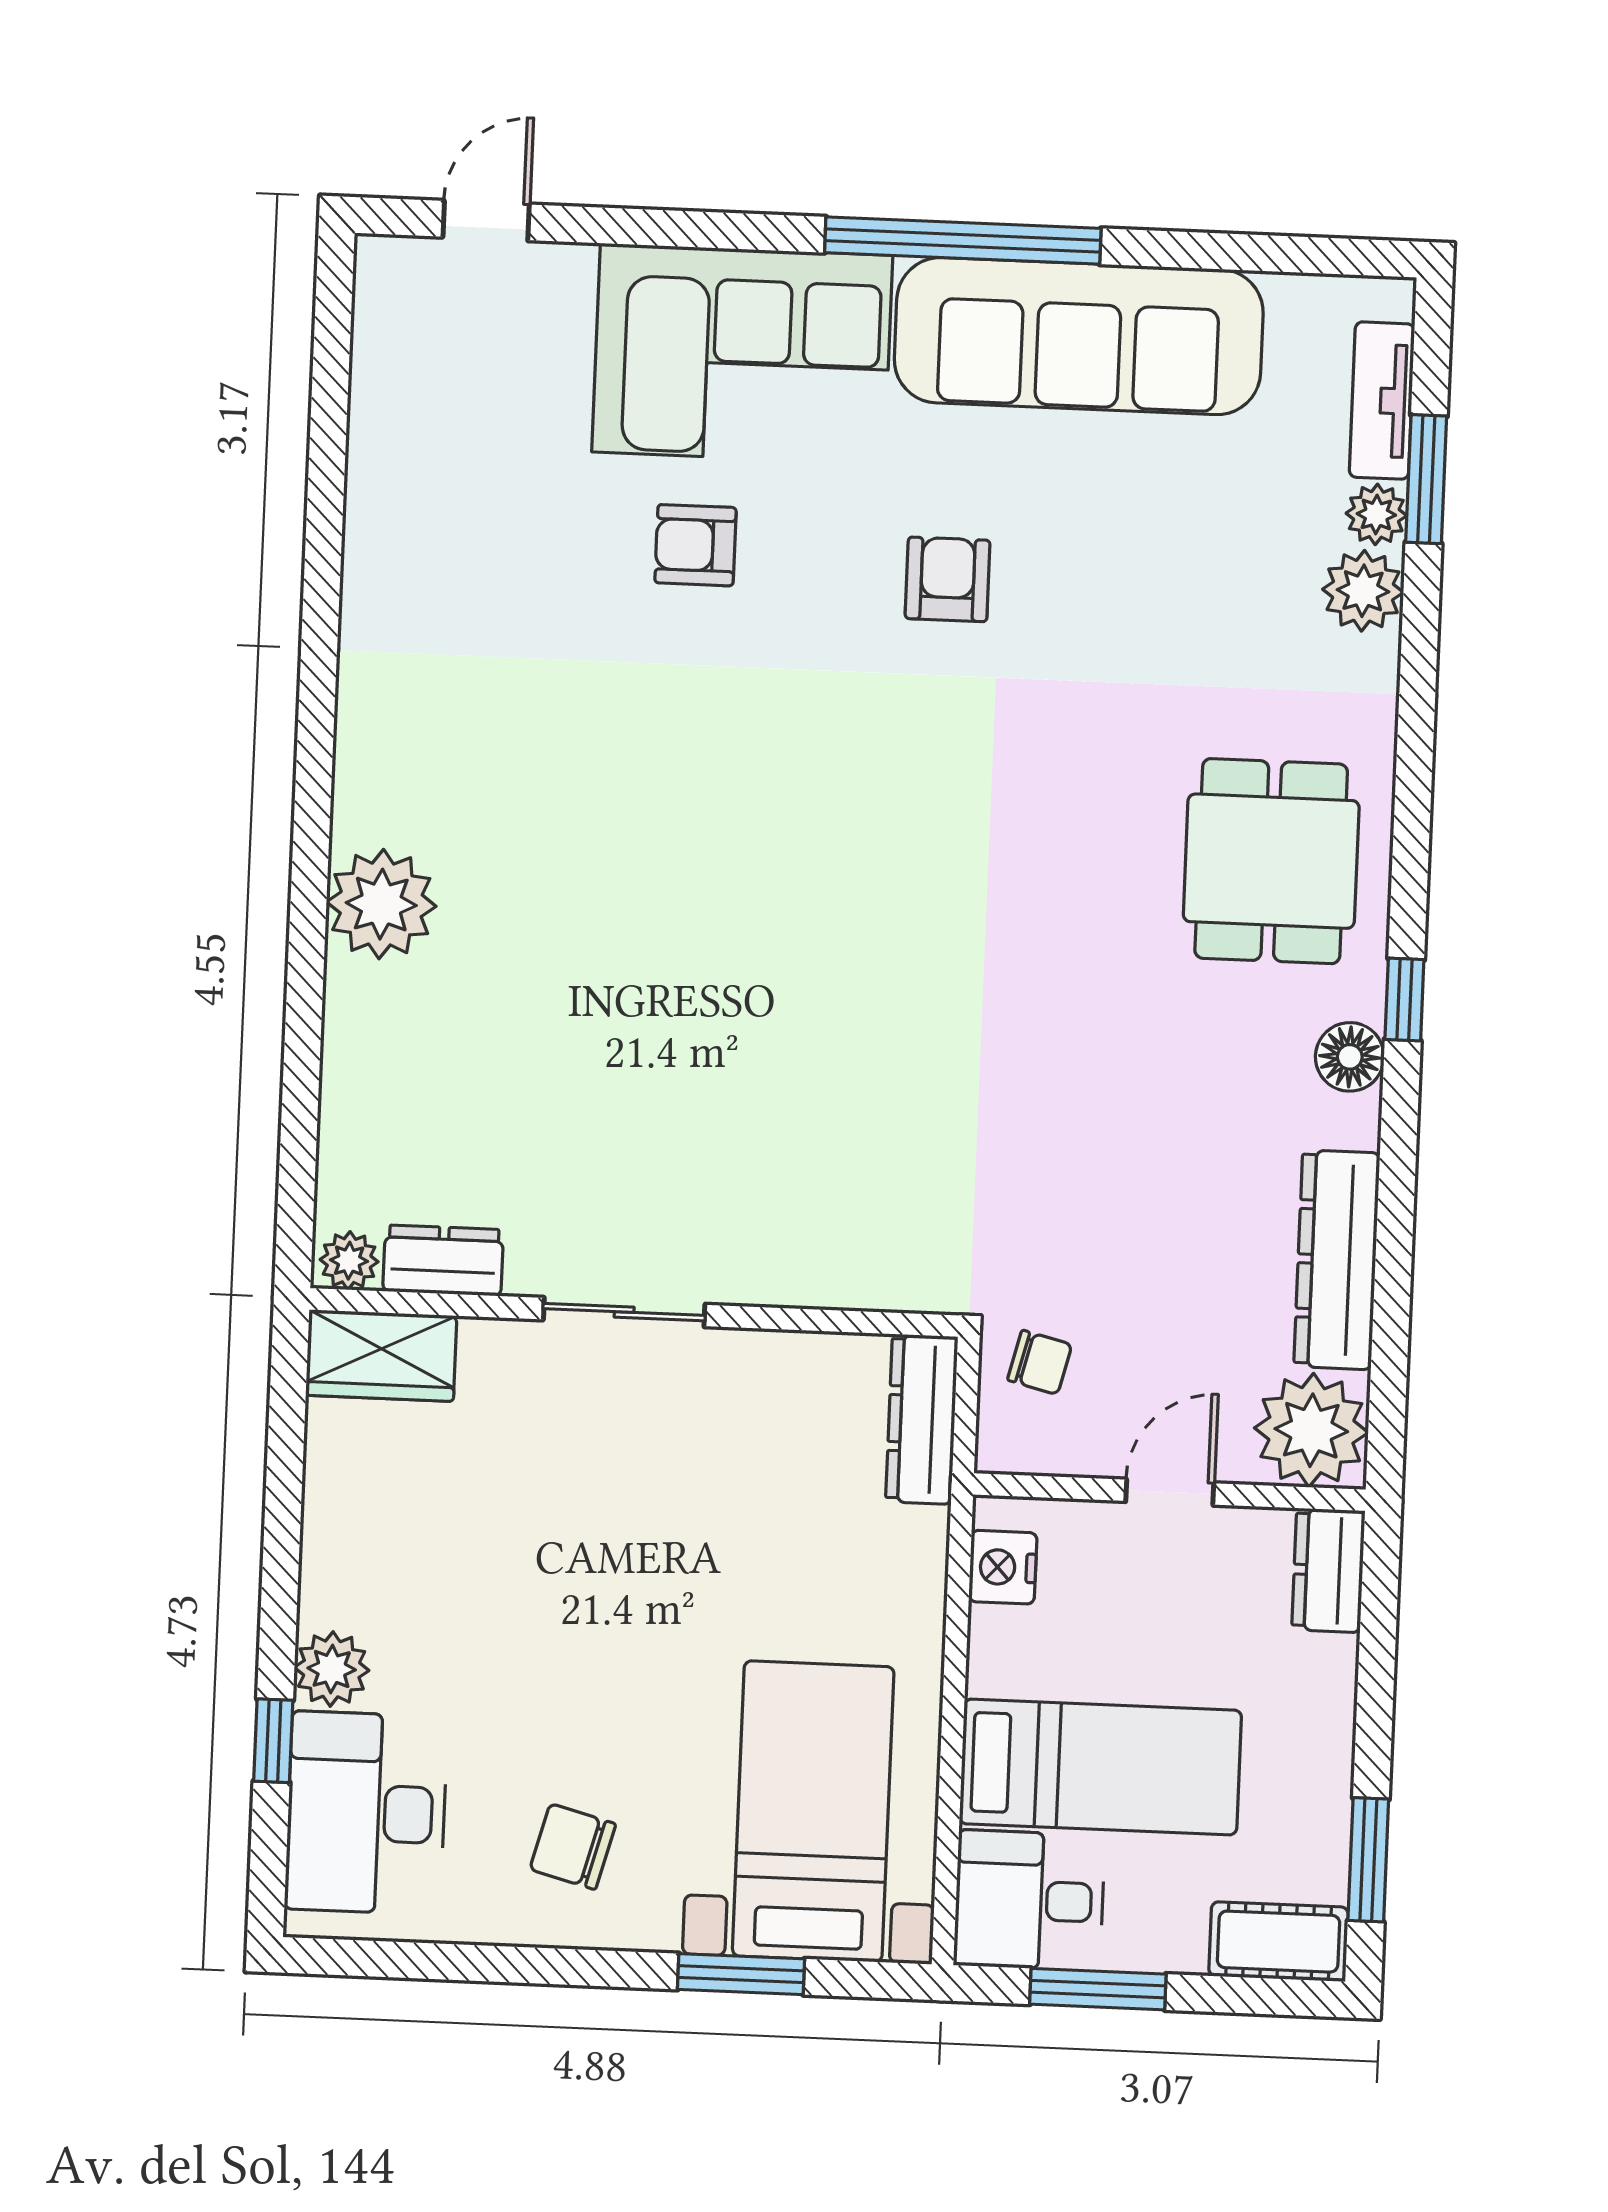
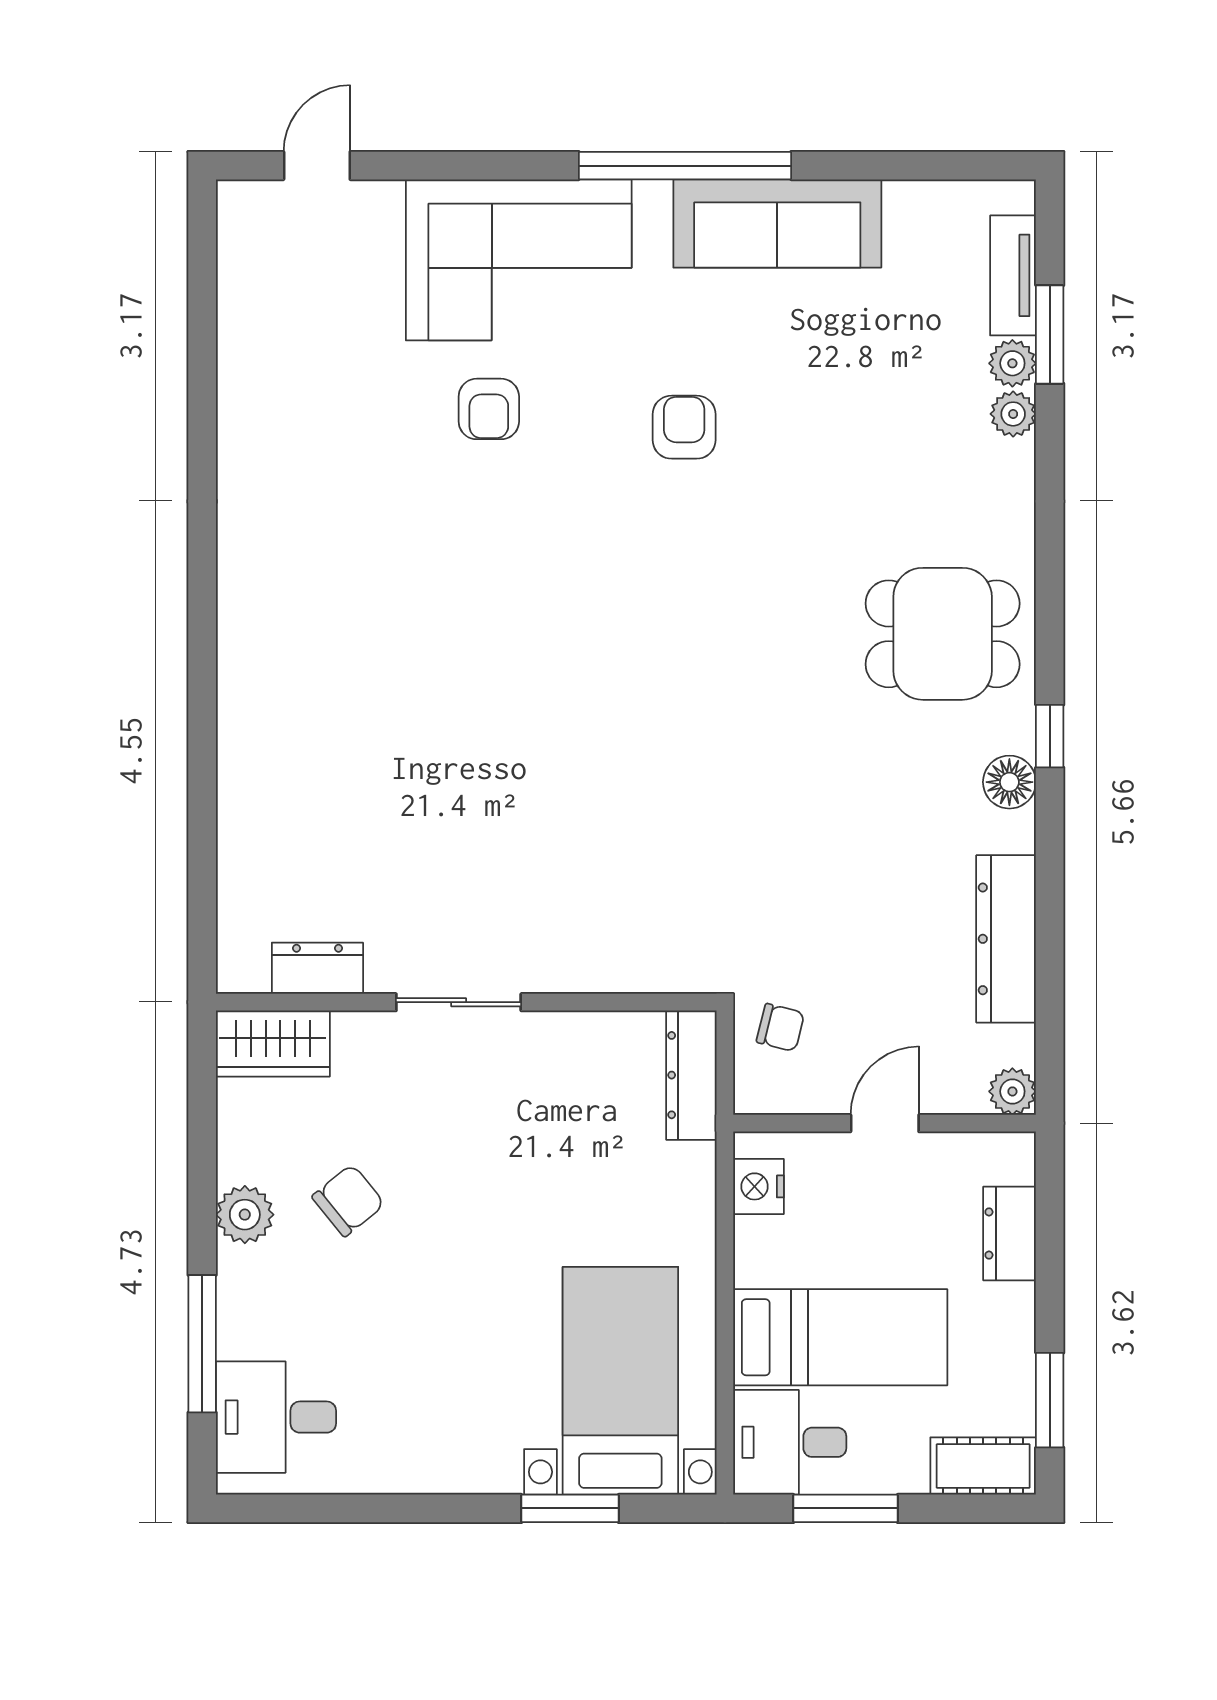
sofa: (1079, 336) -> (777, 224), width x0.74, depth x0.79
armchair: (695, 545) -> (489, 409), turned -90
plant: (1363, 591) -> (1013, 414), width x0.73, depth x0.73
dining table: (1271, 861) -> (943, 634), turned 90
plant: (381, 904) -> (258, 696), removed
plant: (349, 1261) -> (245, 971), removed
plant: (1311, 1430) -> (1012, 1091), width x0.53, depth x0.53
dresser: (1328, 1570) -> (1010, 1234), moved
plant: (332, 1669) -> (245, 1215), moved
window: (273, 1741) -> (202, 1344), width x2.17
desk: (366, 1813) -> (276, 1417), width x0.73
chair: (573, 1847) -> (348, 1200), moved, turned 126

